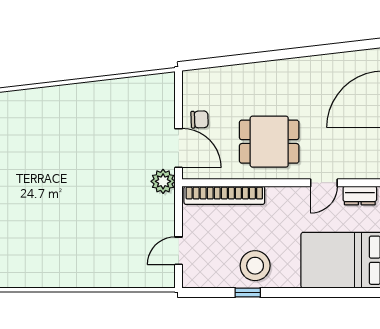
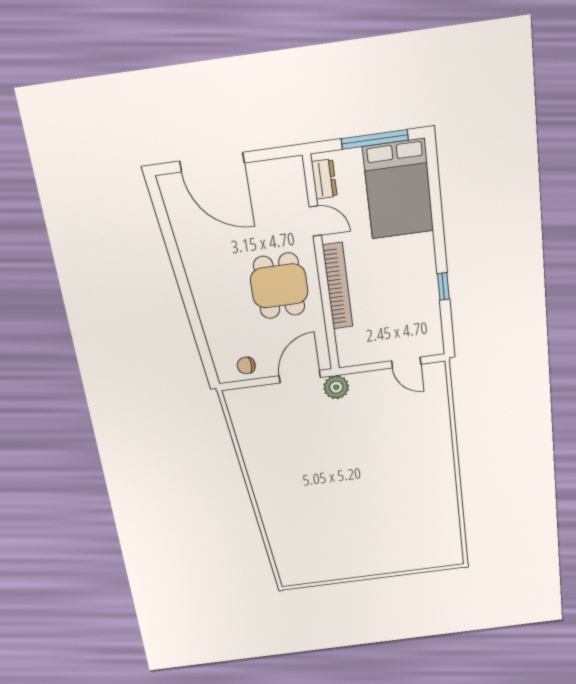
chair: (200, 119) -> (246, 365), moved, turned -88
bookcase: (224, 195) -> (338, 286), moved
stool: (255, 266) -> (414, 283), removed

